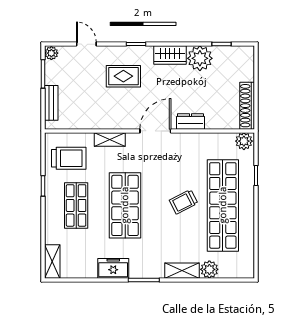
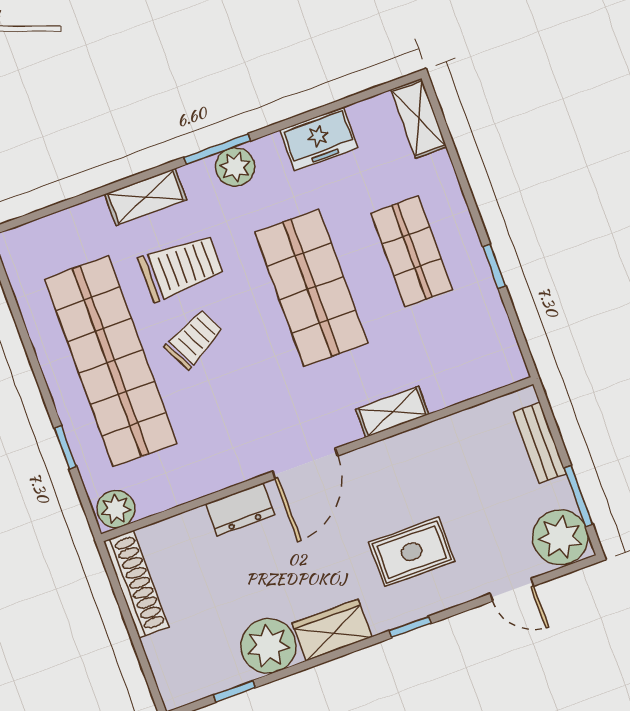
plant: (51, 53) -> (560, 537), width x1.87, depth x1.87
trolley: (69, 158) -> (181, 267), moved, turned 180
freezer: (113, 268) -> (319, 139), moved
plant: (209, 269) -> (235, 167), moved

